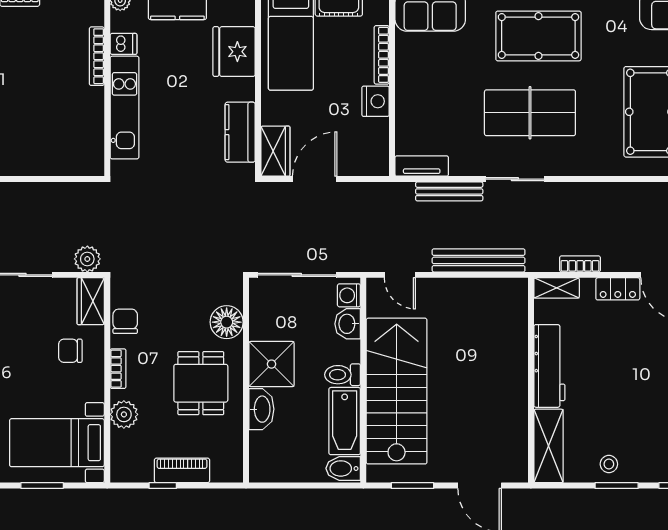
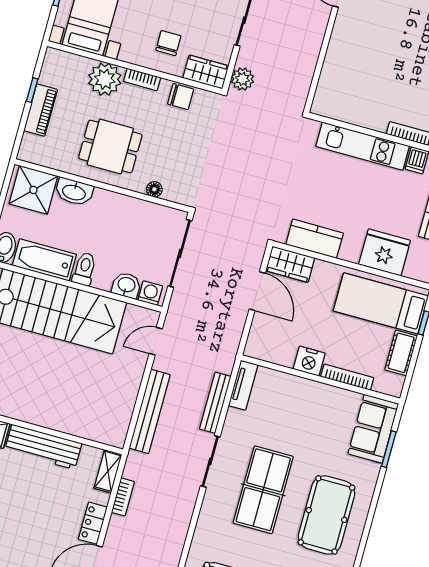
floor lamp: (227, 322) -> (154, 189), width x0.53, depth x0.53
shower: (271, 364) -> (33, 190), moved
plant: (124, 414) -> (105, 79), width x1.36, depth x1.36

